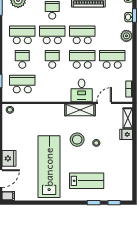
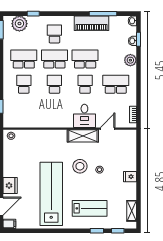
school desk: (82, 59) -> (85, 84), width x0.54
school desk: (22, 84) -> (24, 109), removed
shelving: (128, 118) -> (132, 211), moved
fridge: (126, 134) -> (130, 177), moved

